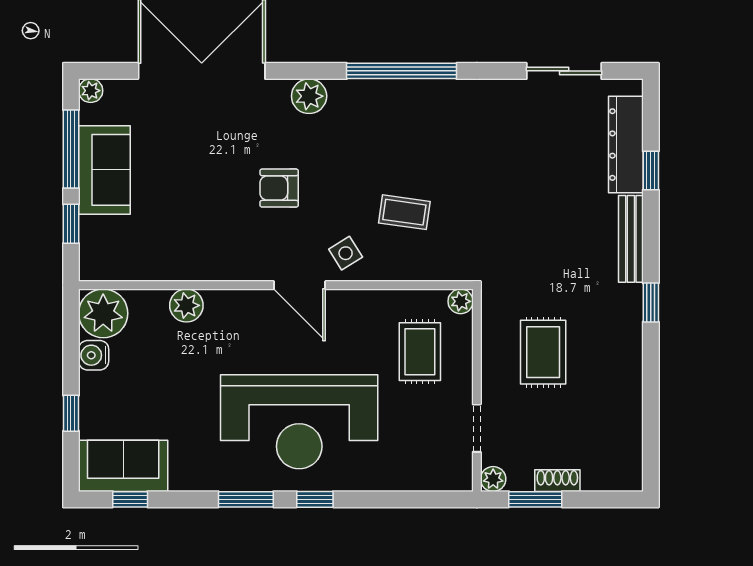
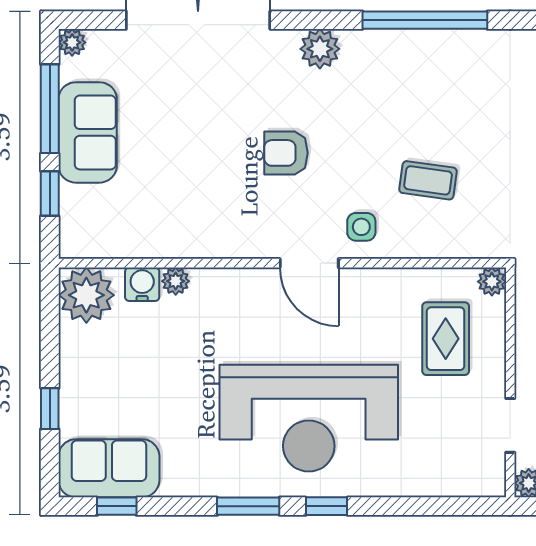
side table: (346, 253) -> (361, 227), turned 32
plant: (186, 305) -> (176, 281), width x0.73, depth x0.73
water cooler: (94, 355) -> (142, 284), moved, turned 90

